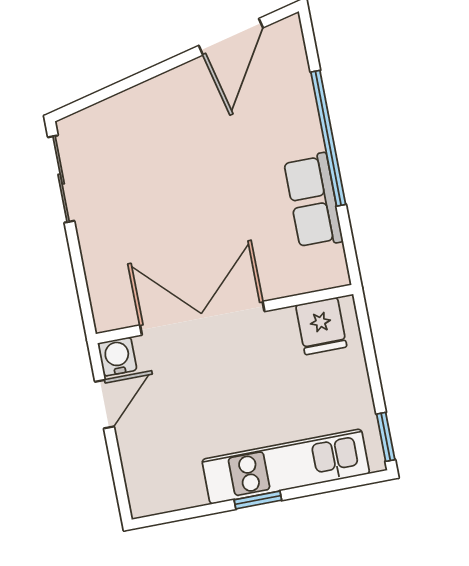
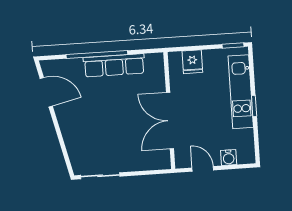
row of seats: (313, 201) -> (114, 65), width x1.48
fridge: (321, 326) -> (192, 62), moved, turned 90
water cooler: (117, 357) -> (229, 158), moved, turned -90

